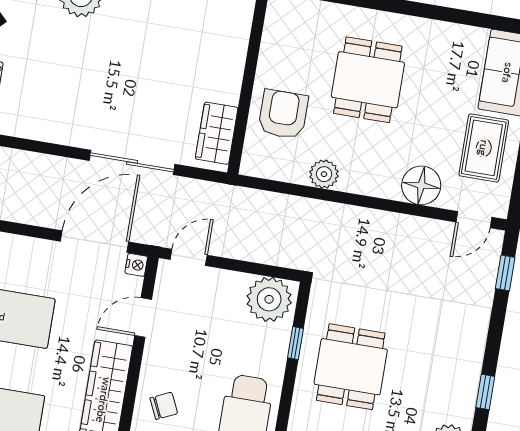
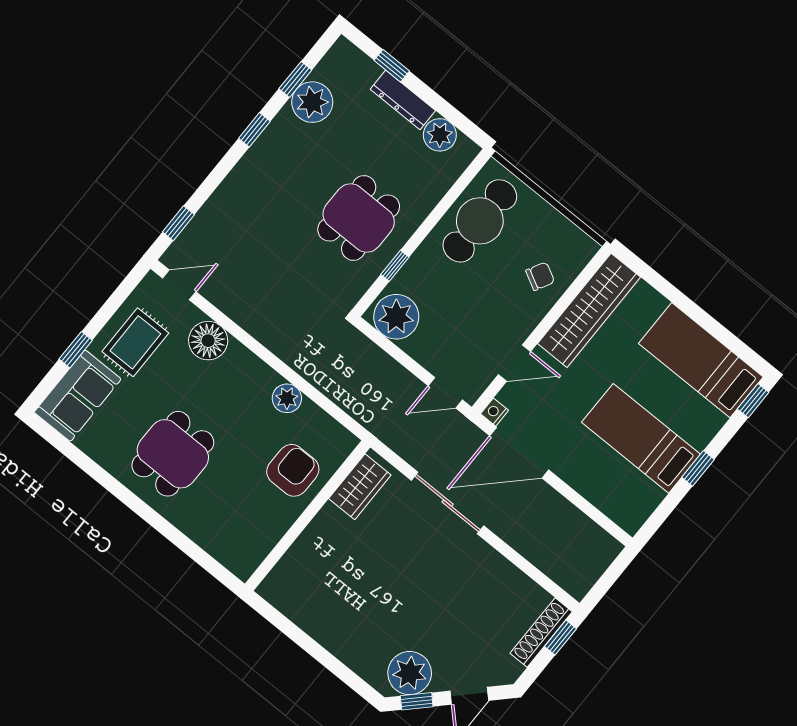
dining table: (368, 80) -> (173, 454), moved
armchair: (283, 114) -> (293, 470), turned 180
chair: (164, 406) -> (540, 276), turned 143

